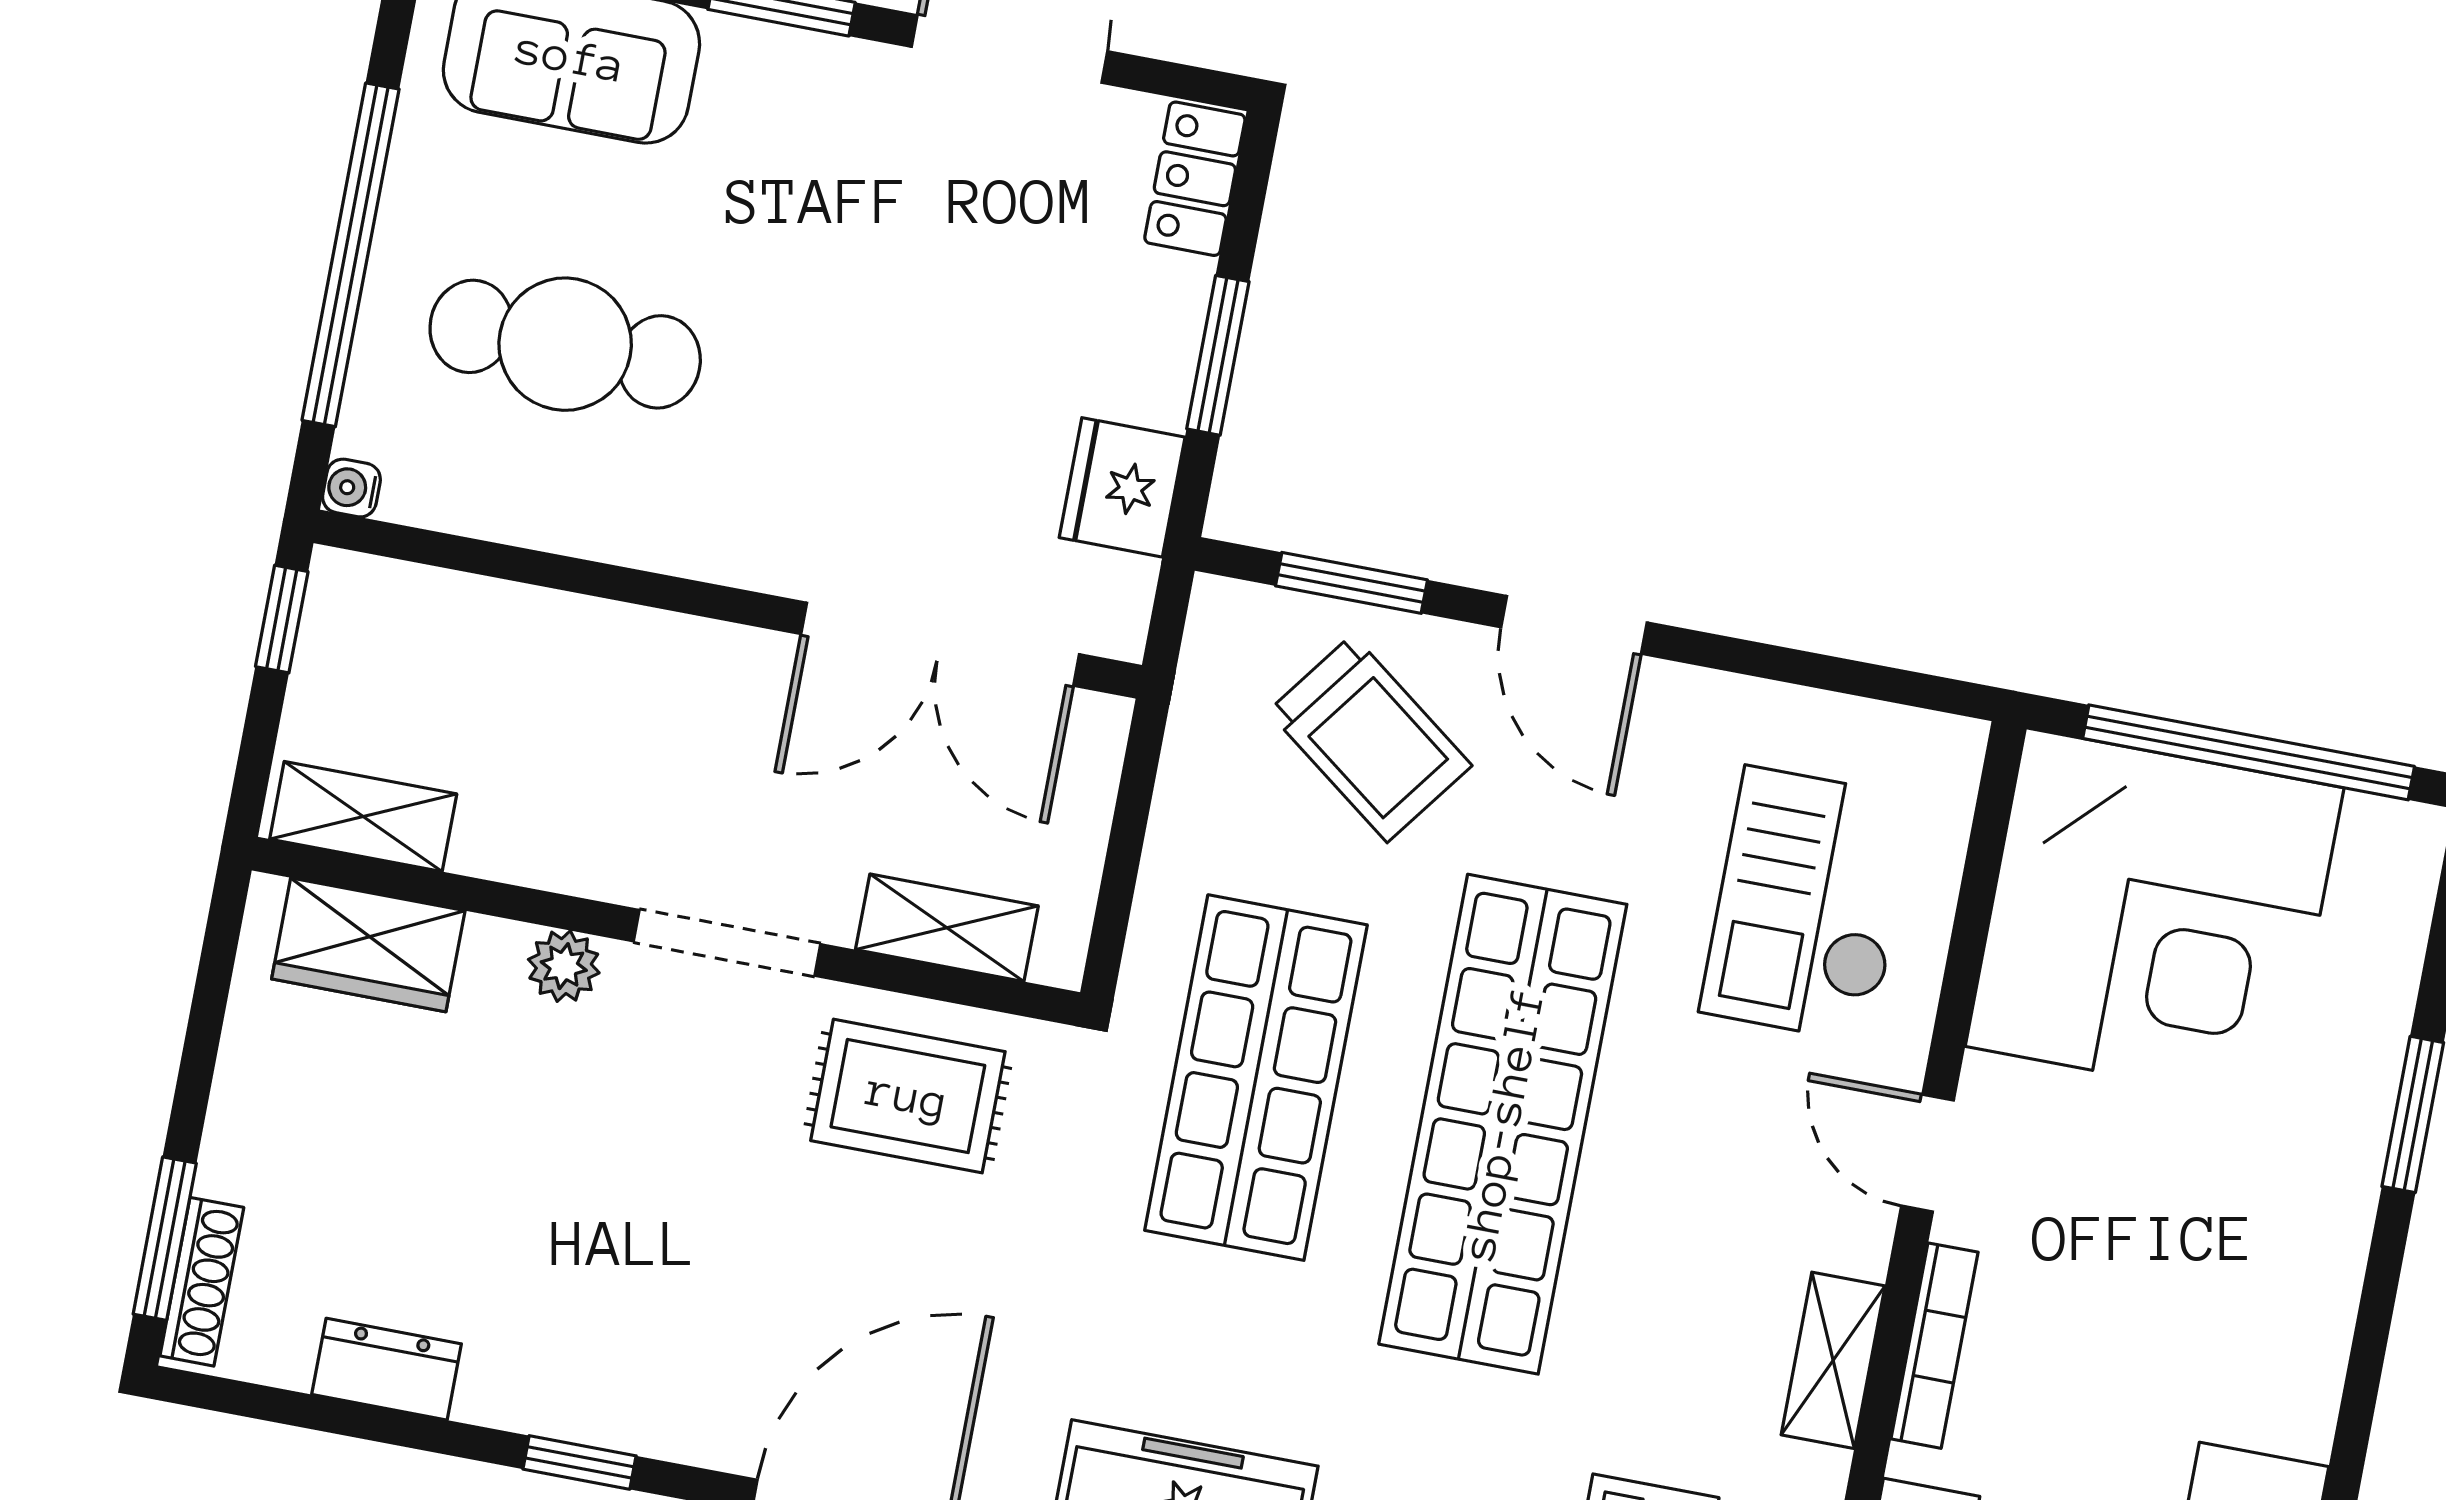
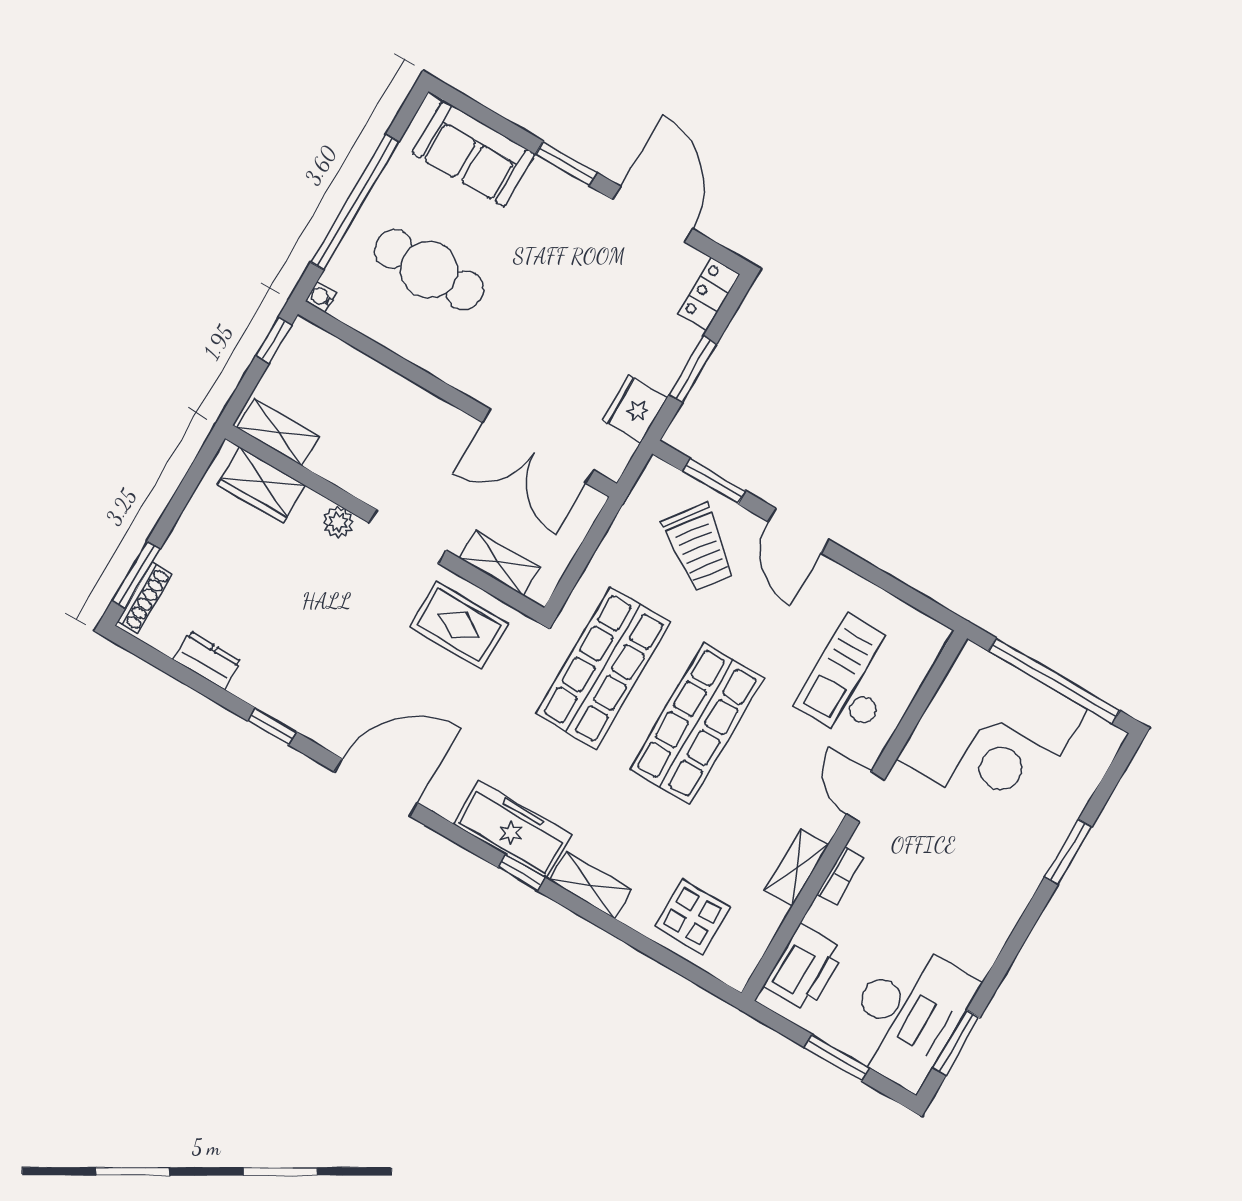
shop shelf: (1503, 1124) -> (697, 723), width x0.71
bookcase: (1935, 1346) -> (840, 876), width x0.64

